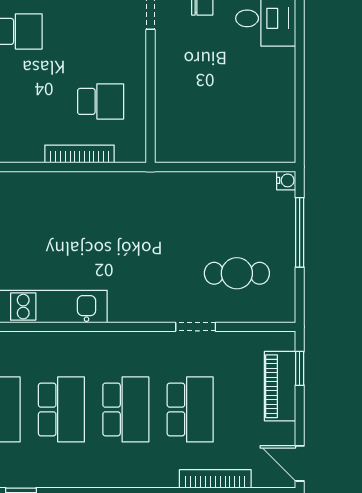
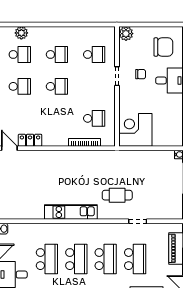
corner desk: (191, 127) -> (135, 130), added
cafe table: (237, 273) -> (117, 195), moved

